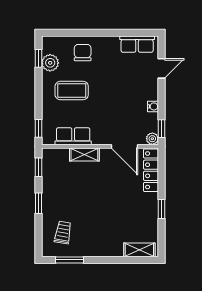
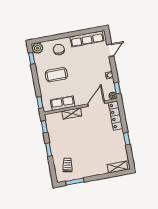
row of seats: (137, 44) -> (87, 39), width x1.48
plant: (50, 63) -> (37, 48), moved
door: (124, 146) -> (96, 104), swing flipped

